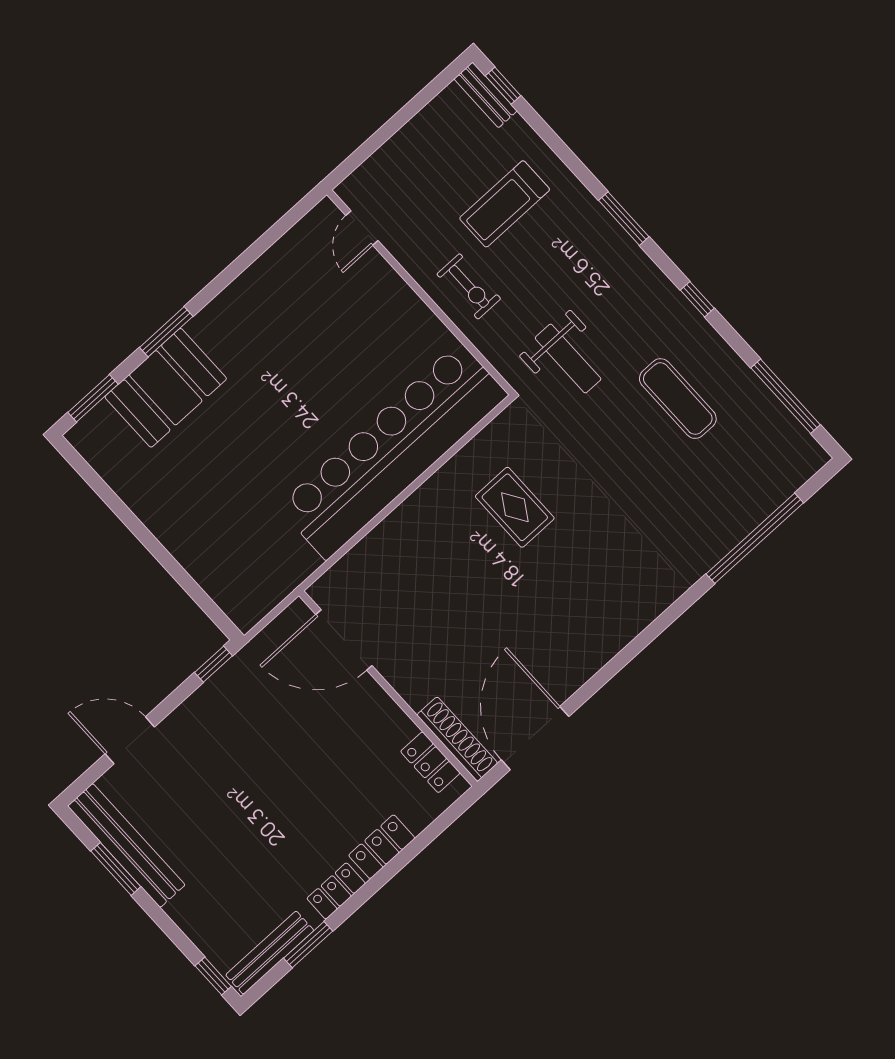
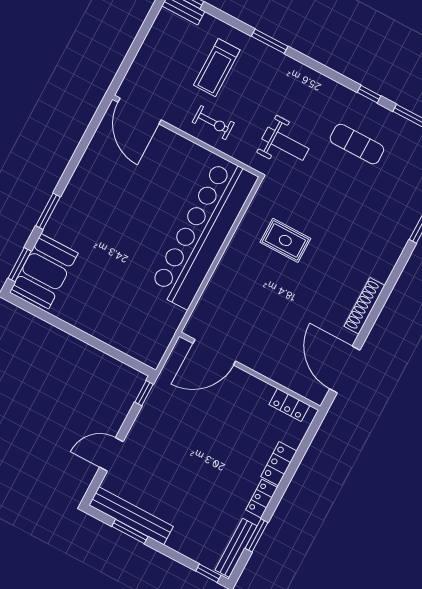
window: (624, 219) -> (270, 41), moved
door: (362, 228) -> (139, 111), width x1.88
window: (697, 299) -> (369, 94), moved
booth: (166, 388) -> (45, 271), moved
shoe rack: (457, 739) -> (364, 306), moved, turned -90

